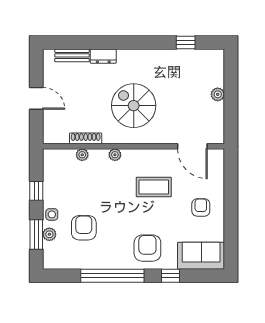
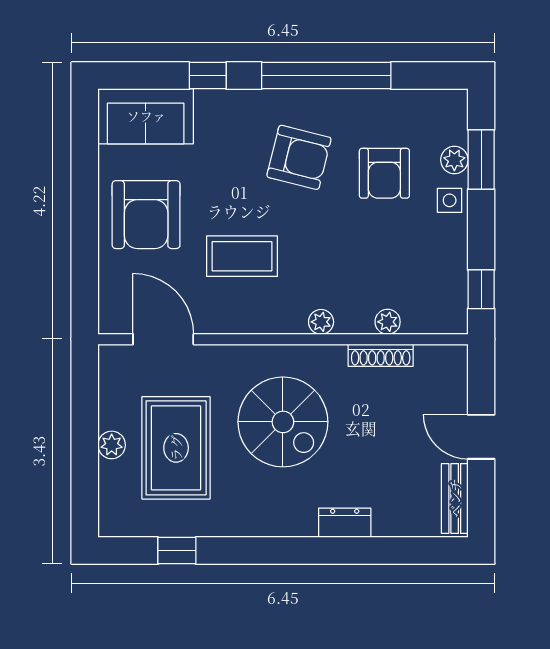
bench: (72, 55) -> (455, 498), moved, turned 90
rug: (186, 93) -> (176, 448), added
window: (36, 191) -> (481, 289), moved
armchair: (201, 207) -> (146, 215), width x1.88, depth x1.88
armchair: (147, 248) -> (299, 157), moved, turned -76

